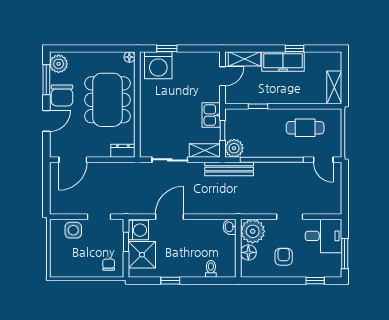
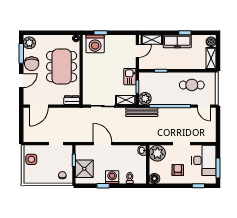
boiler: (334, 62) -> (211, 42), added
door: (170, 217) -> (102, 144), hinge flipped
side table: (73, 230) -> (31, 159), moved
washing machine: (138, 230) -> (112, 177), moved, turned -90
desk: (323, 236) -> (204, 160), width x1.37
floor lamp: (248, 252) -> (154, 179), moved

